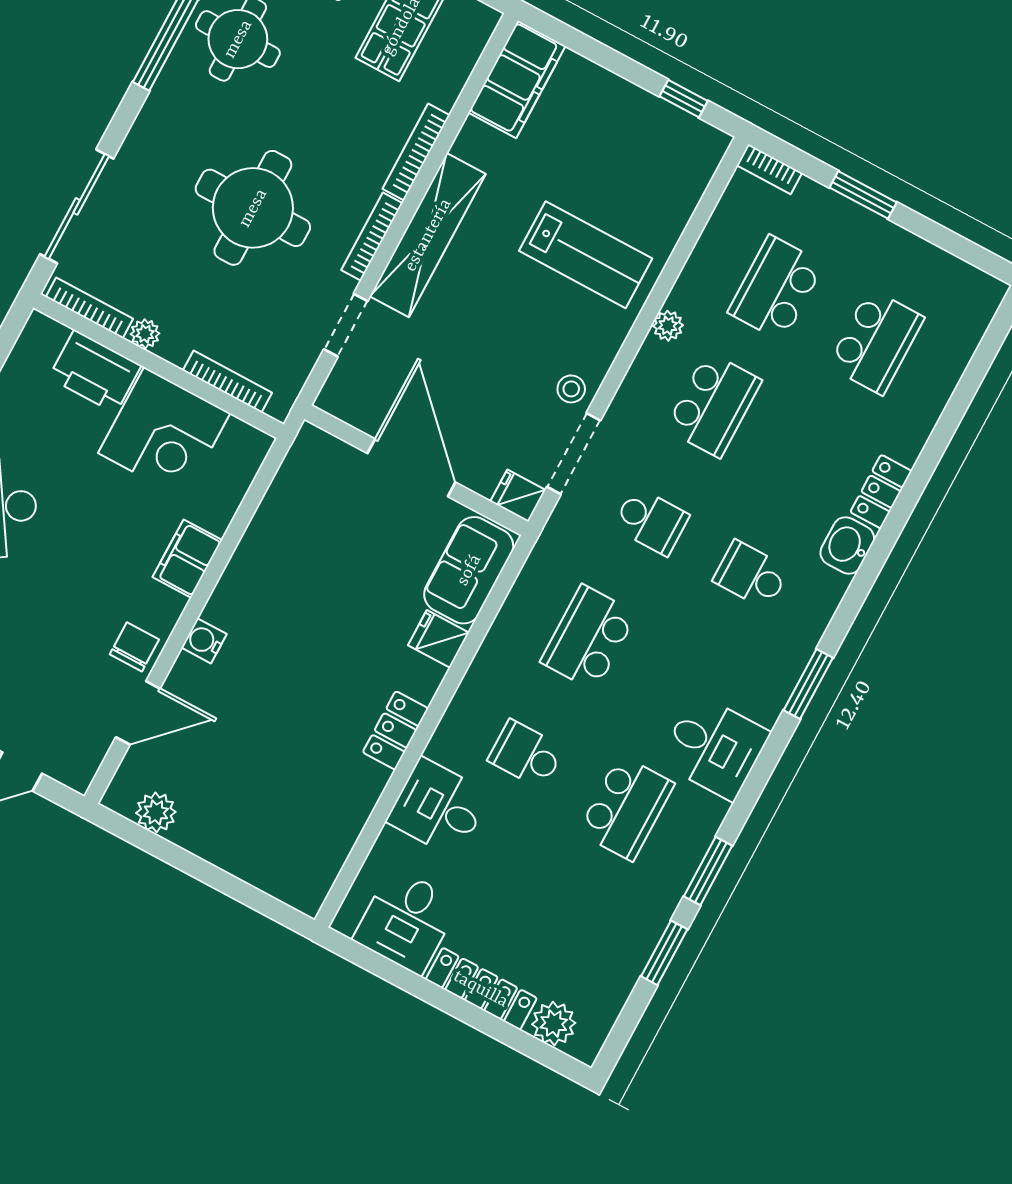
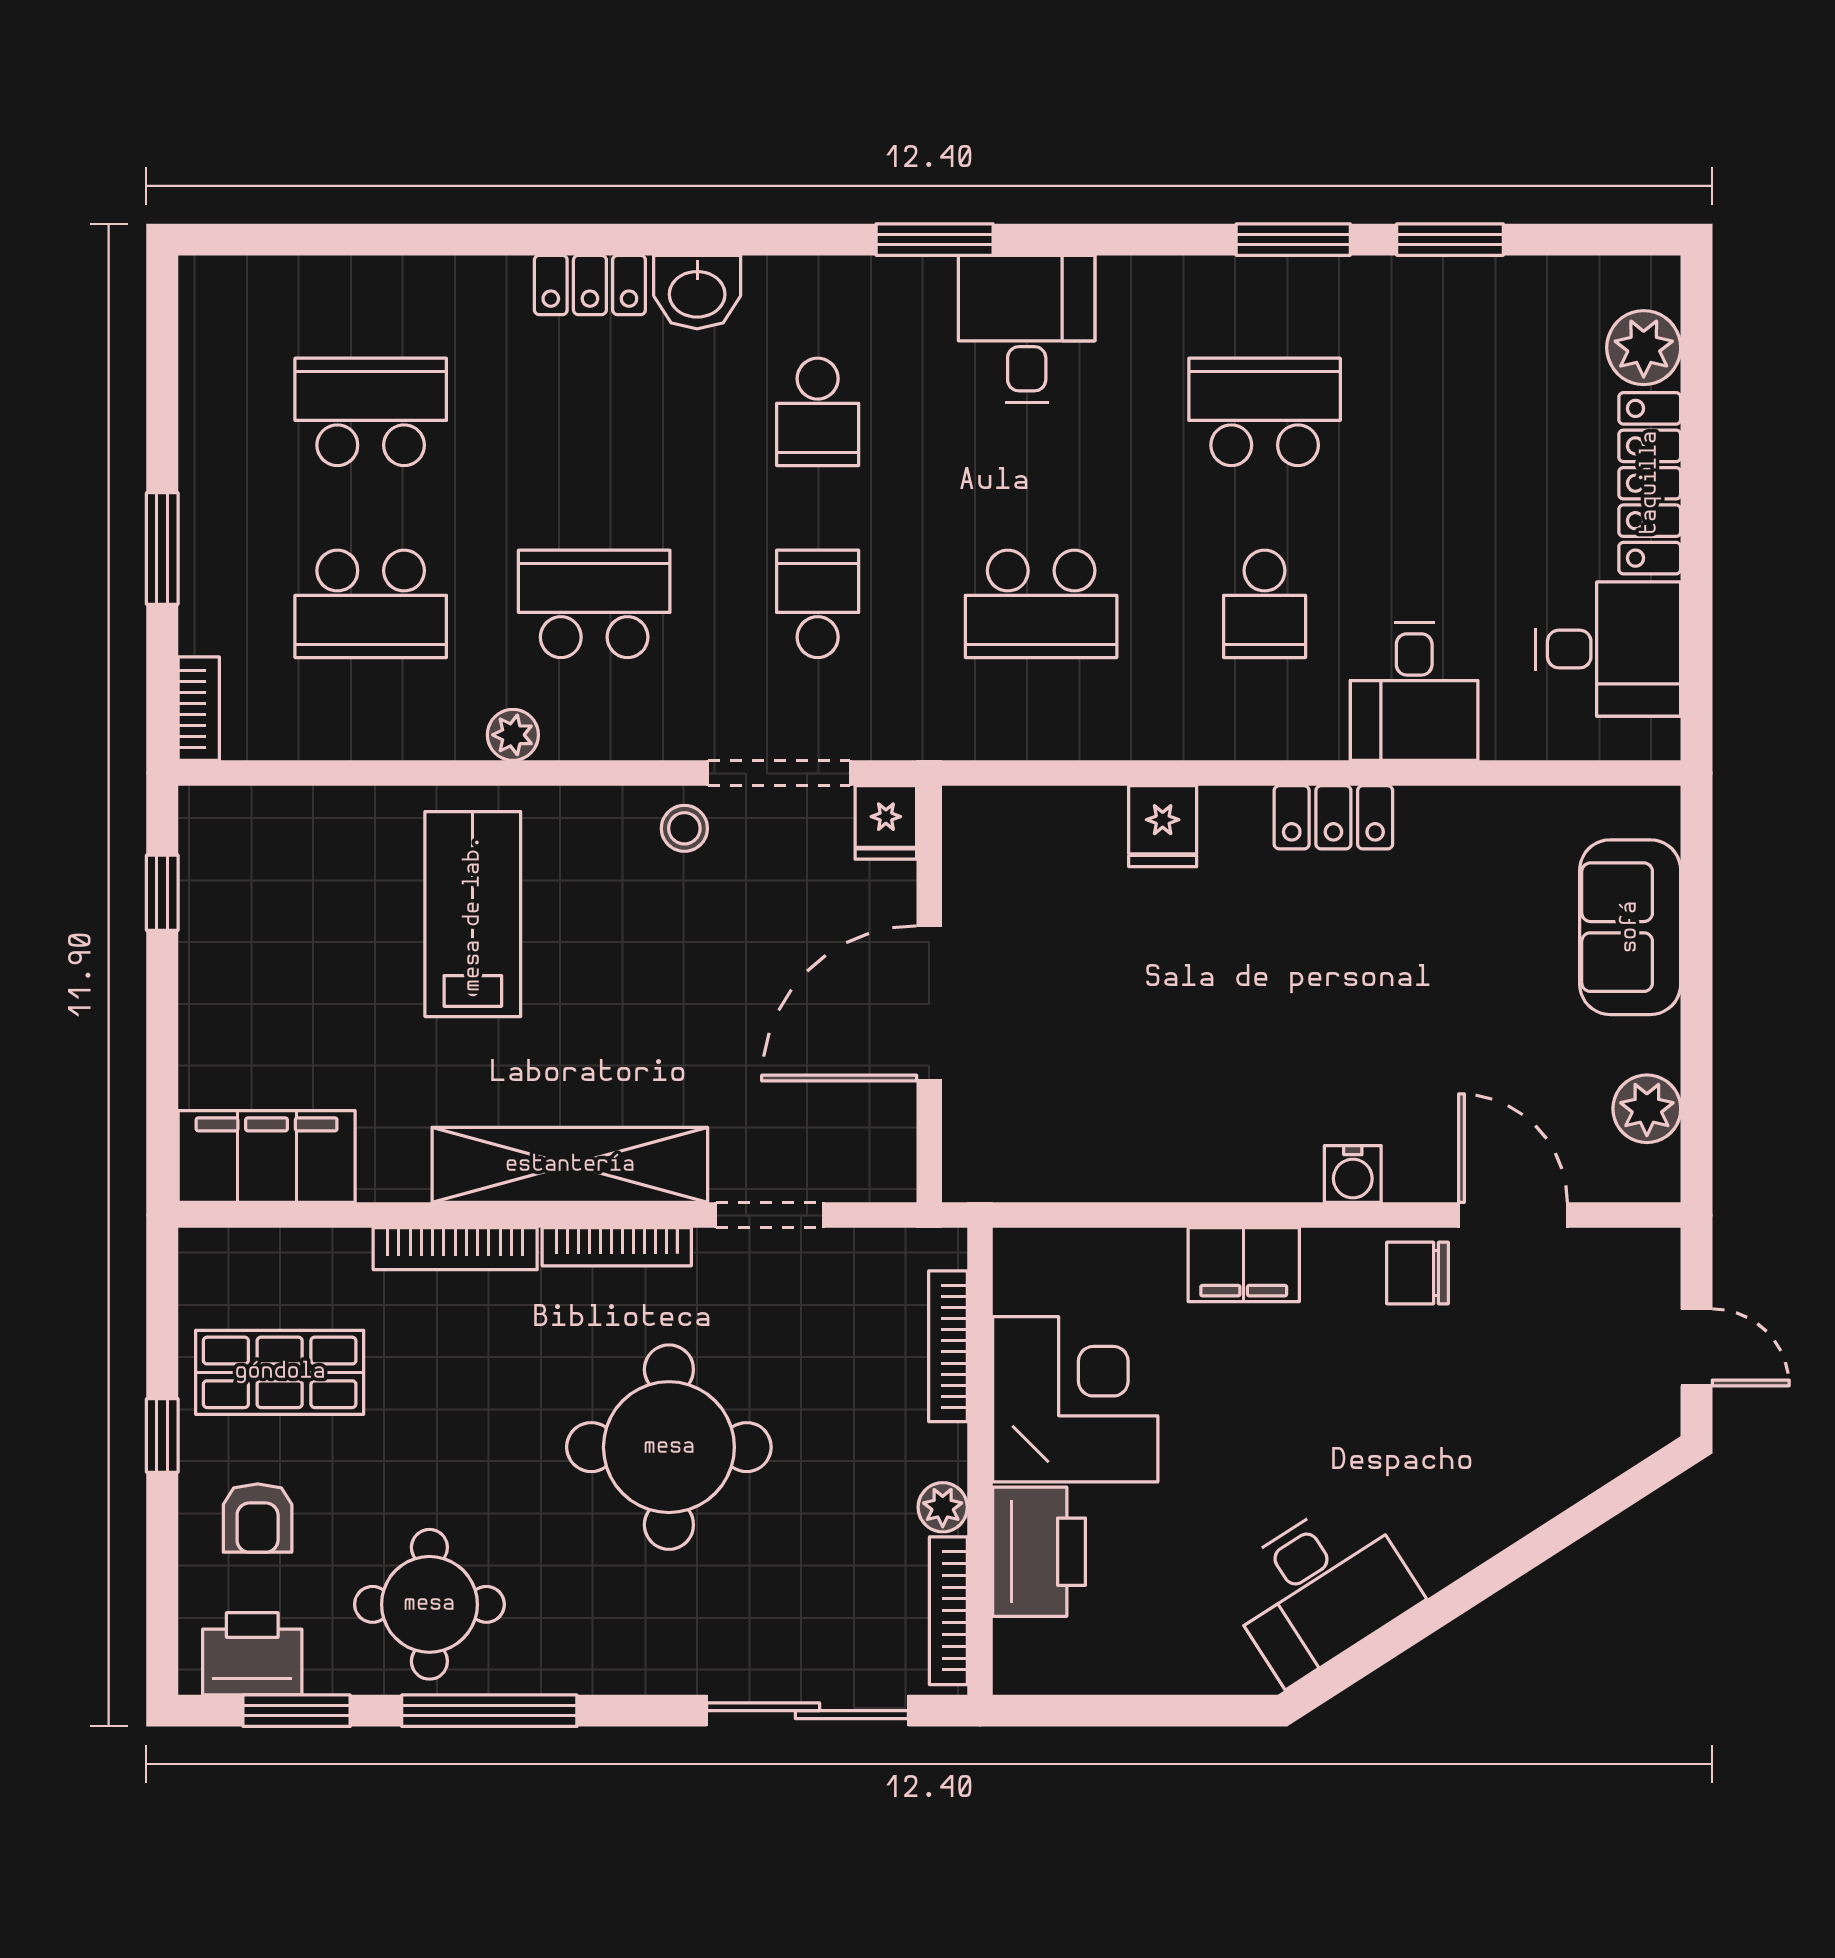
sofa: (469, 570) -> (1630, 927), moved, turned 90
desk: (714, 747) -> (1027, 329), moved

